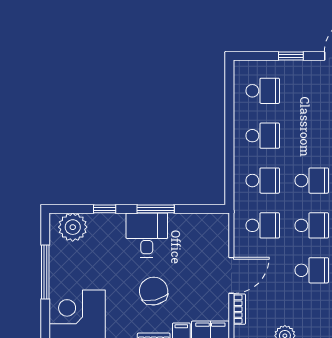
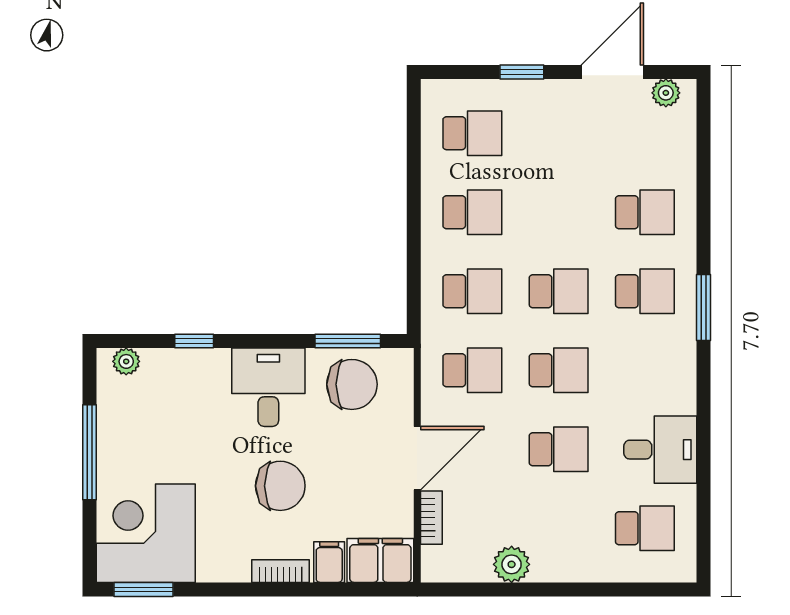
window: (156, 209) -> (348, 341), moved
plant: (73, 227) -> (126, 361), width x0.53, depth x0.53
chair: (194, 233) -> (352, 384), added
chair: (154, 291) -> (280, 486), turned 103

